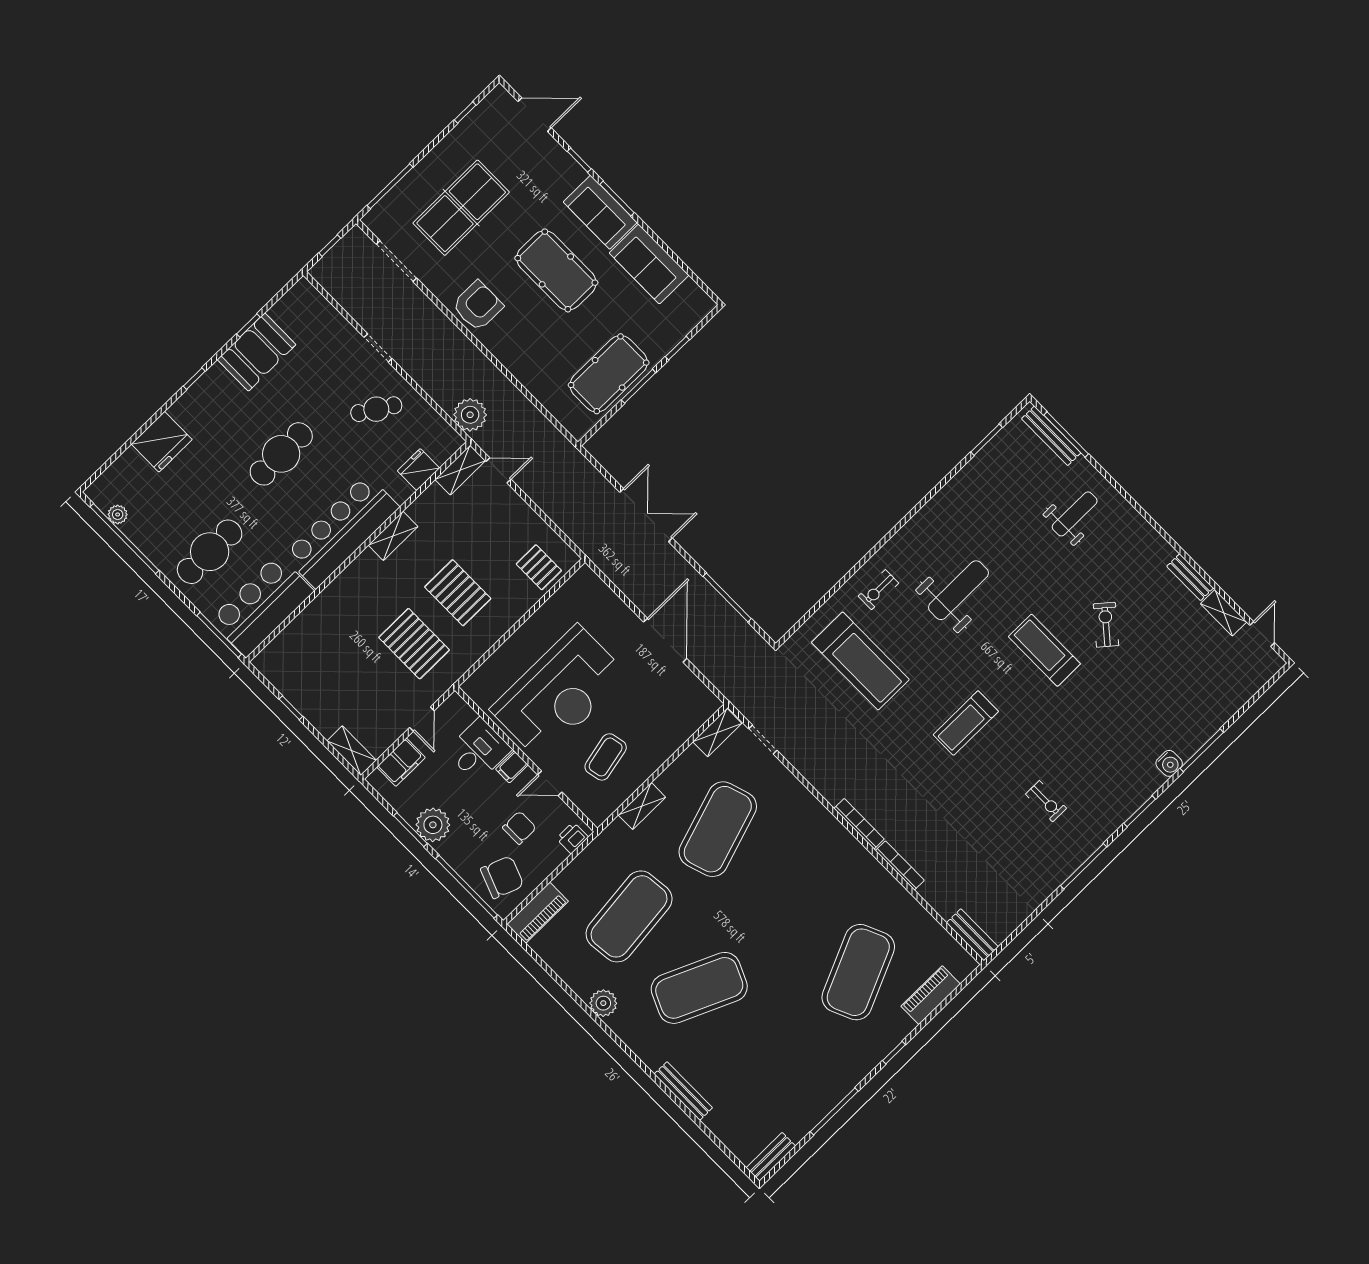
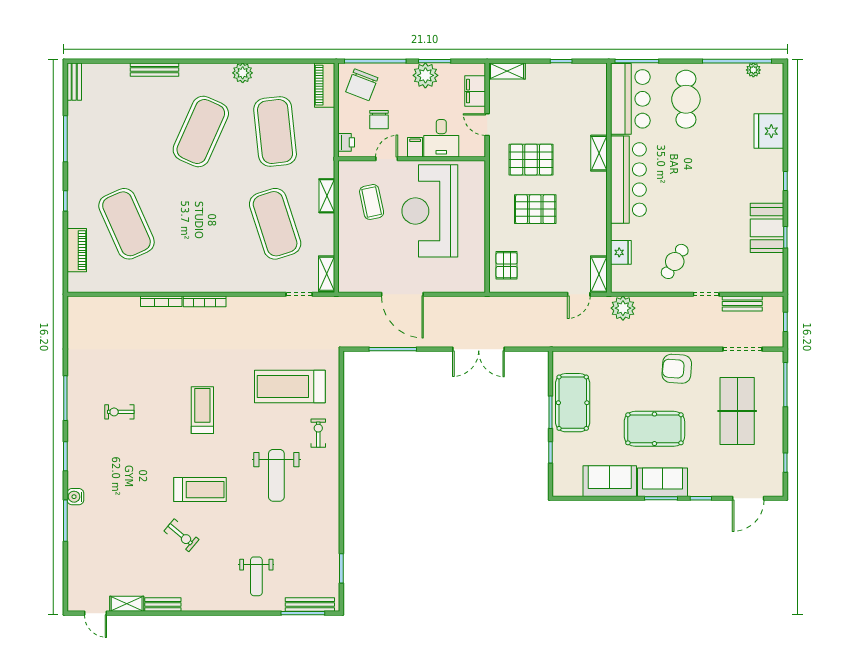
armchair: (478, 306) -> (677, 369), turned 94
cafe table: (281, 454) -> (700, 188), removed
shelving: (393, 536) -> (599, 153), moved
pallet: (539, 567) -> (507, 265), turned 90
bench: (972, 935) -> (742, 304), moved

